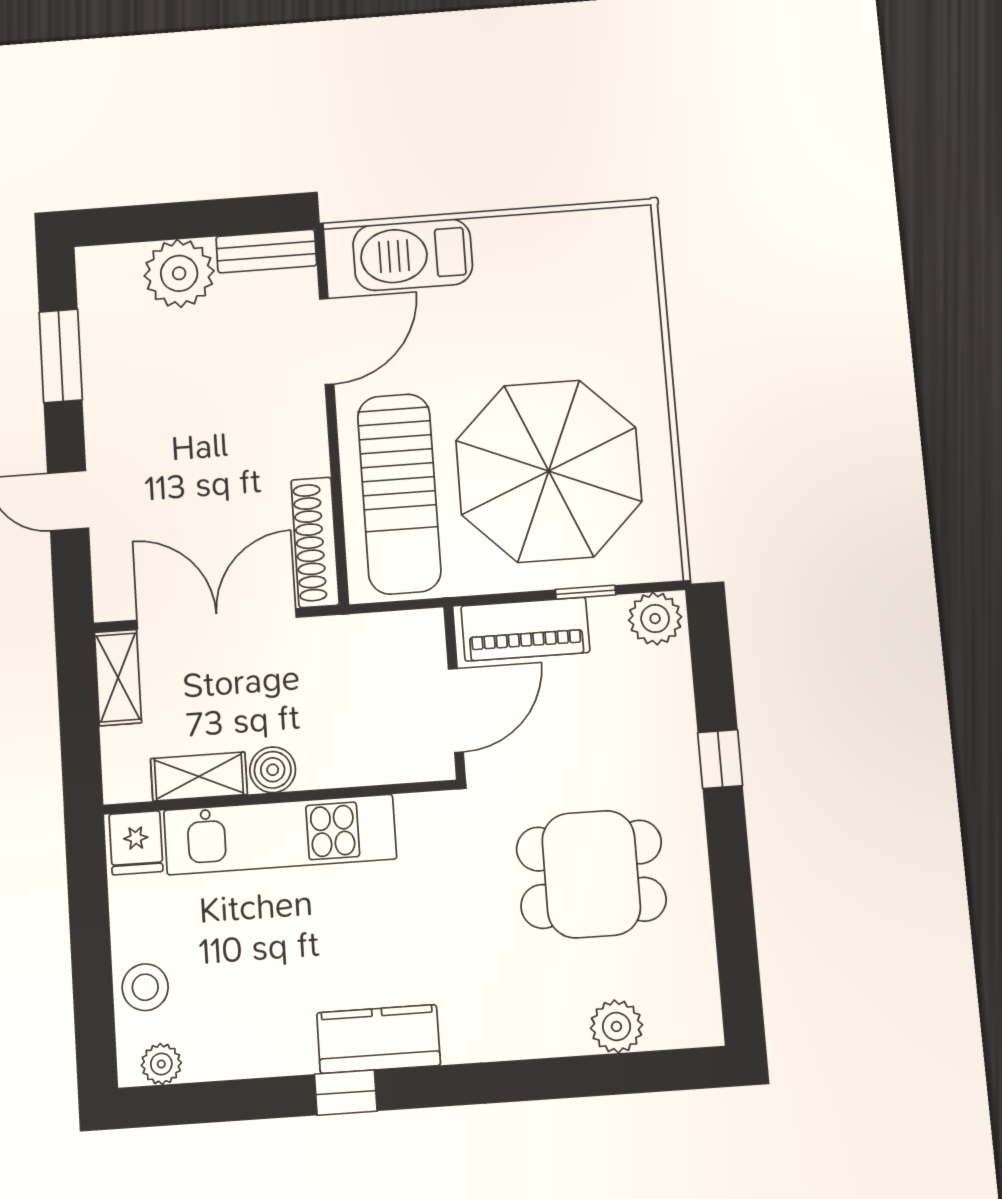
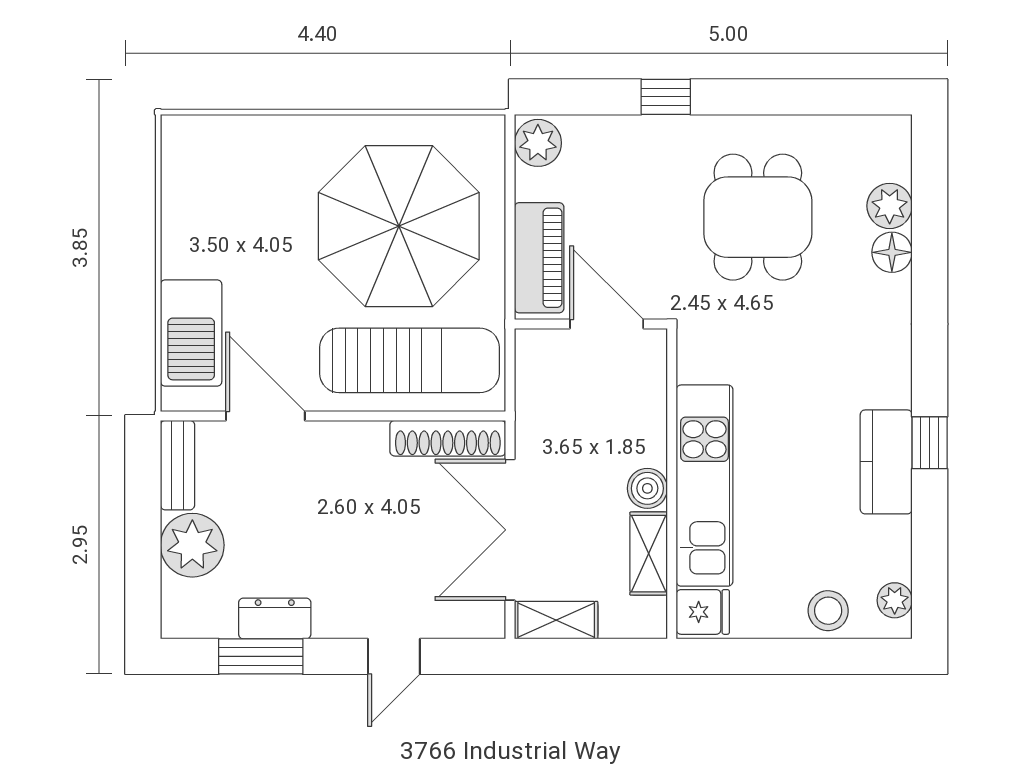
dresser: (103, 368) -> (275, 618), added
window: (586, 592) -> (510, 202), removed
floor lamp: (563, 1033) -> (892, 252), added
kitchen counter: (378, 1039) -> (886, 462), moved

